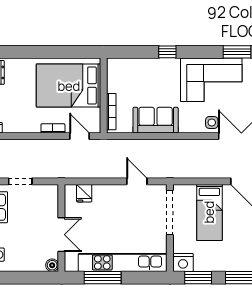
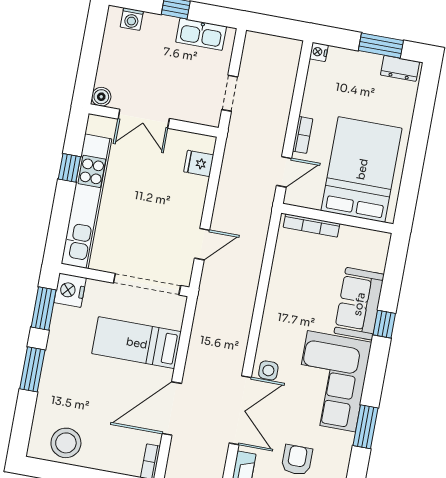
sofa: (156, 120) -> (359, 304), moved, turned 180
doorway: (20, 181) -> (230, 93), moved
window: (103, 278) -> (69, 168), width x0.46

